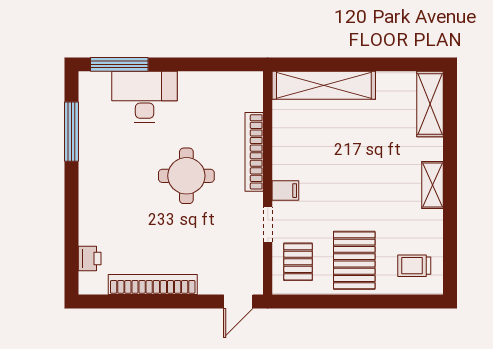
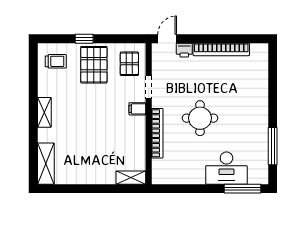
shelving: (324, 85) -> (131, 178), width x0.45, depth x0.75
printer: (90, 259) -> (184, 50), moved, turned -90
window: (370, 301) -> (84, 39), added

